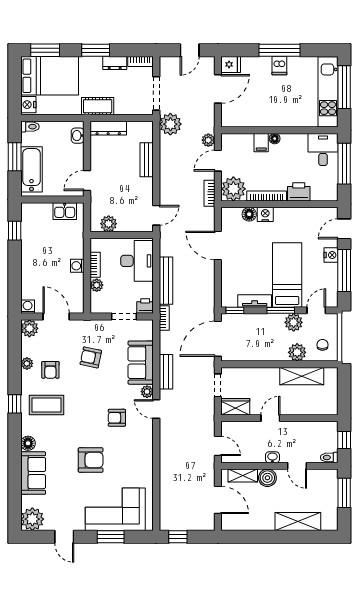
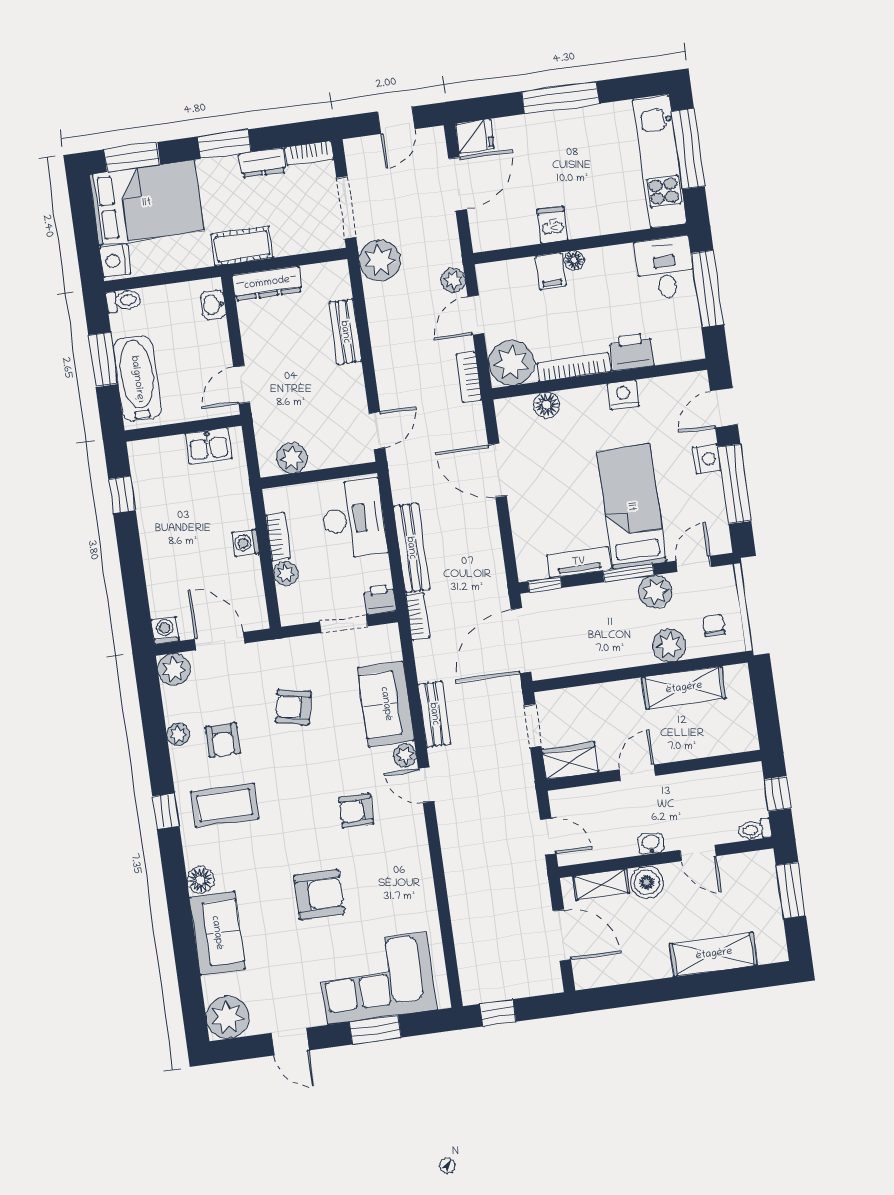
dishwasher: (279, 66) -> (552, 225), moved, turned 180
nightstand: (265, 214) -> (623, 395), moved

